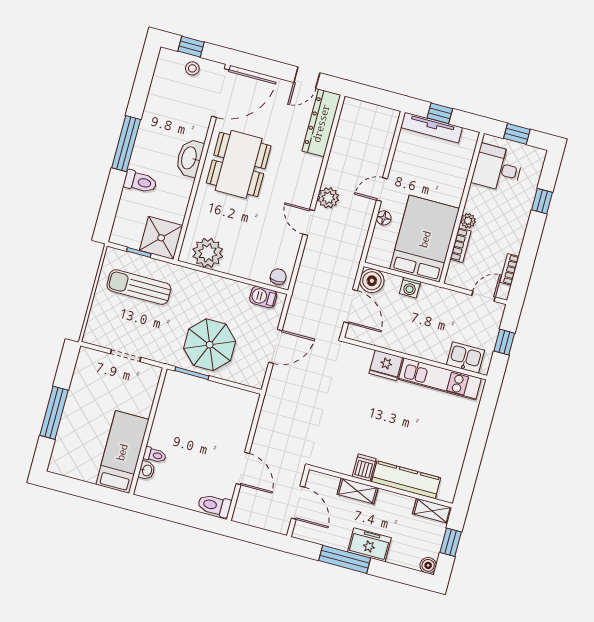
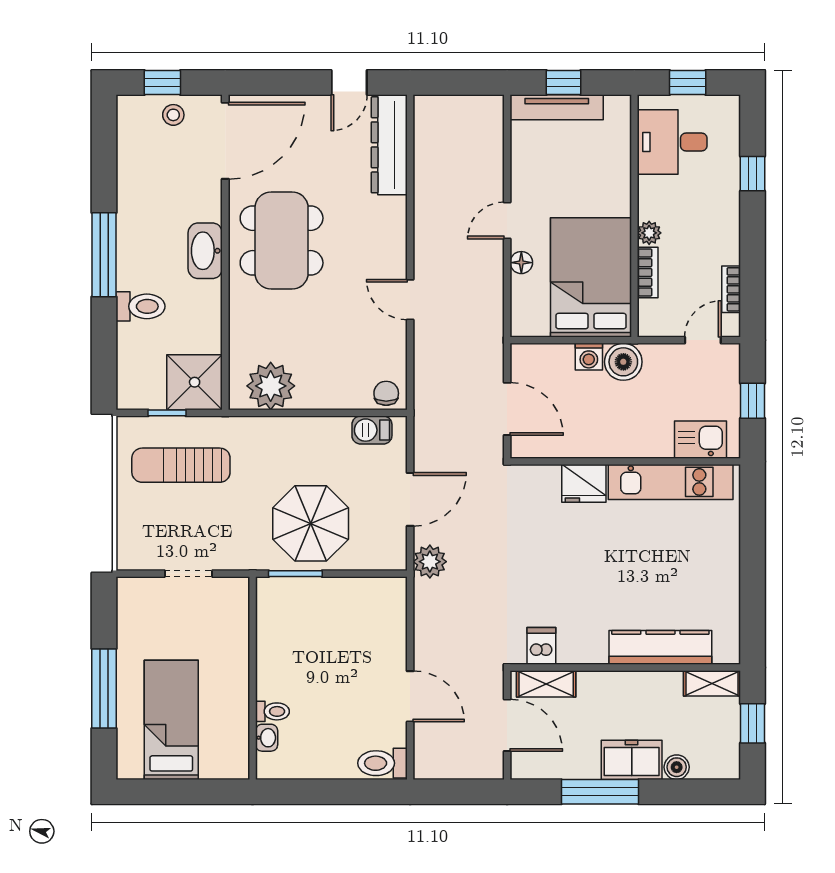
plant: (328, 198) -> (430, 562), moved
boiler: (372, 281) -> (623, 362), moved
bed: (122, 452) -> (171, 720), moved
dishwasher: (364, 468) -> (541, 646), moved
shelving: (358, 491) -> (546, 684), moved
boiler: (428, 565) -> (677, 767), moved

